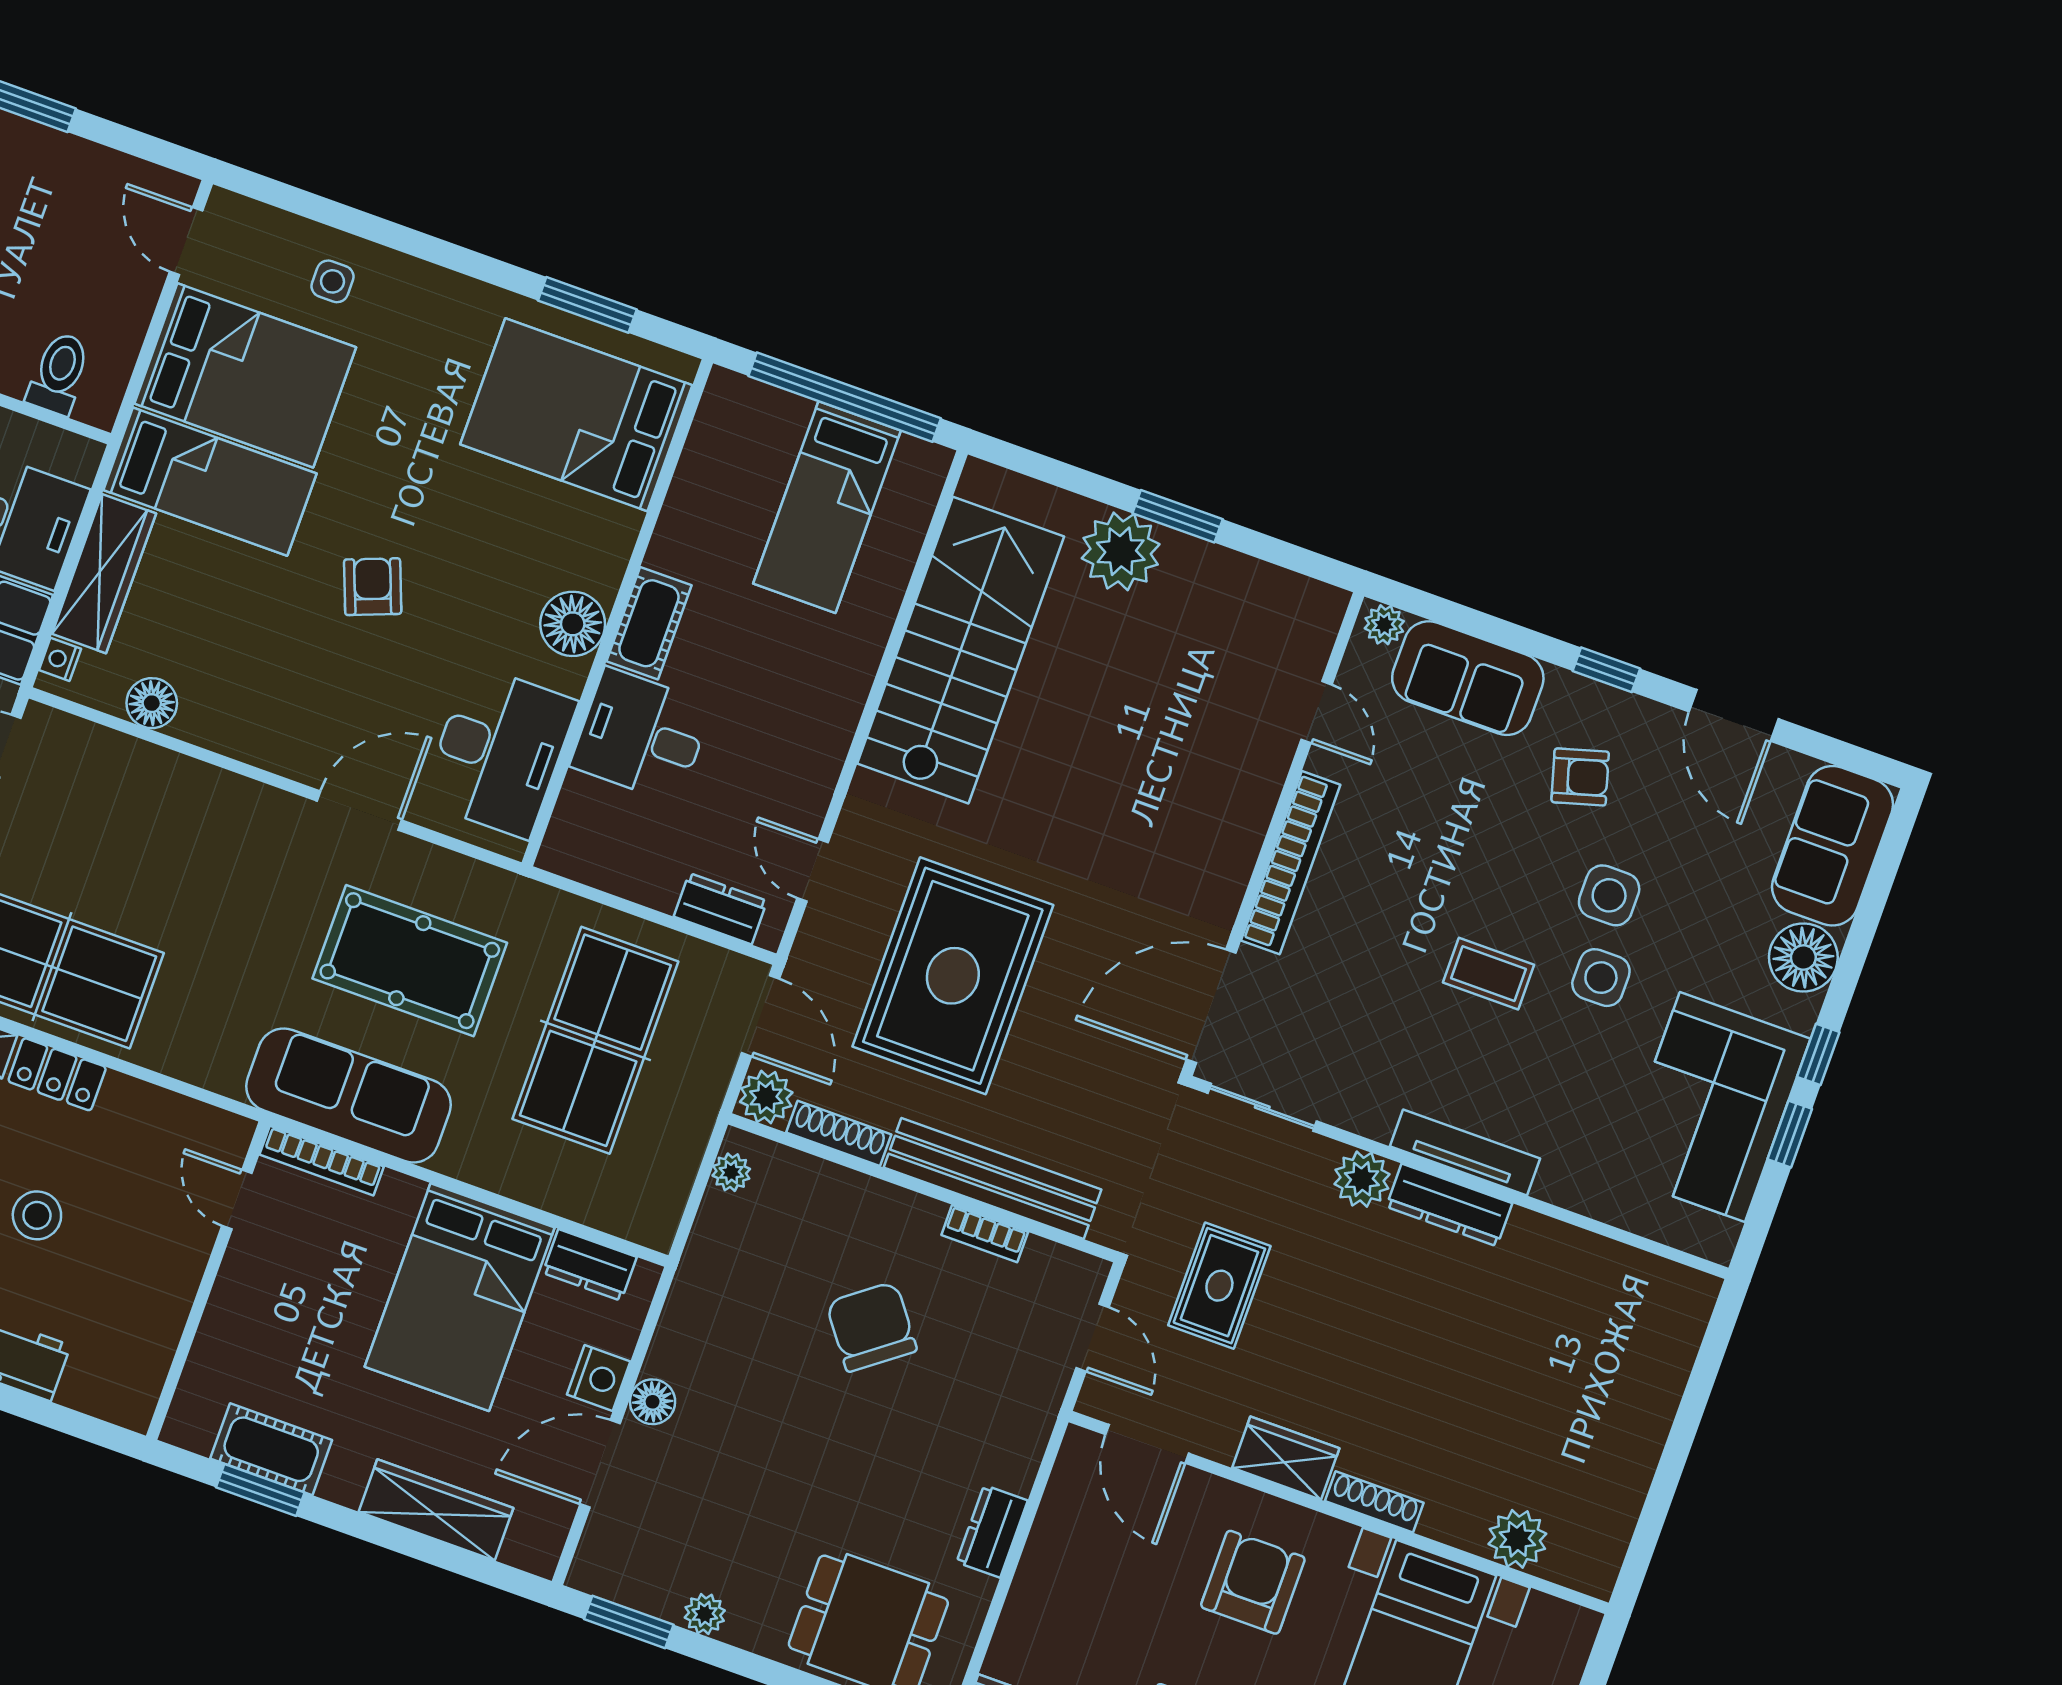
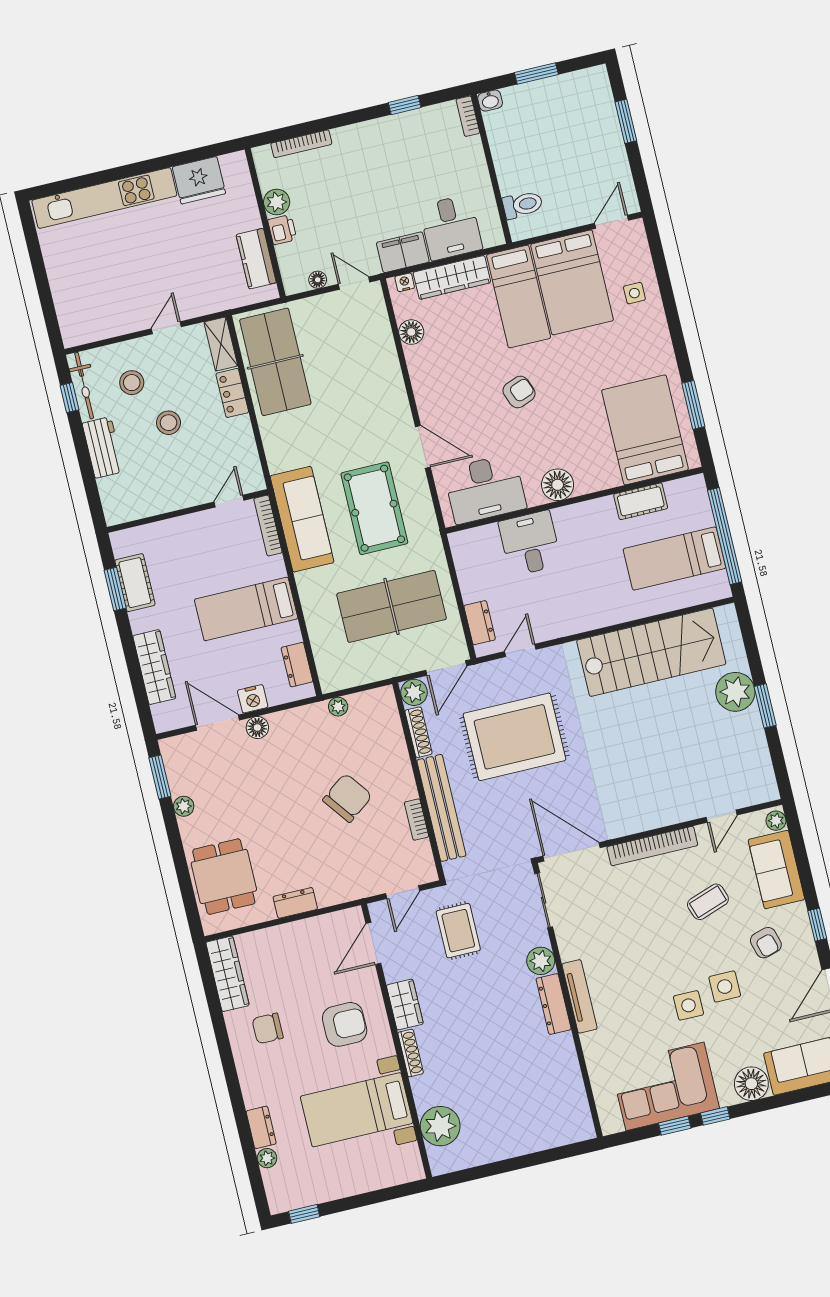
cot: (649, 623) -> (641, 501), moved
coffee table: (1489, 974) -> (708, 902), moved, turned 71
plant: (731, 1172) -> (338, 707), moved
rug: (1219, 1286) -> (458, 931), turned 90
bed: (460, 1297) -> (246, 609), width x0.67
plant: (1517, 1539) -> (440, 1126), width x1.36, depth x1.36

